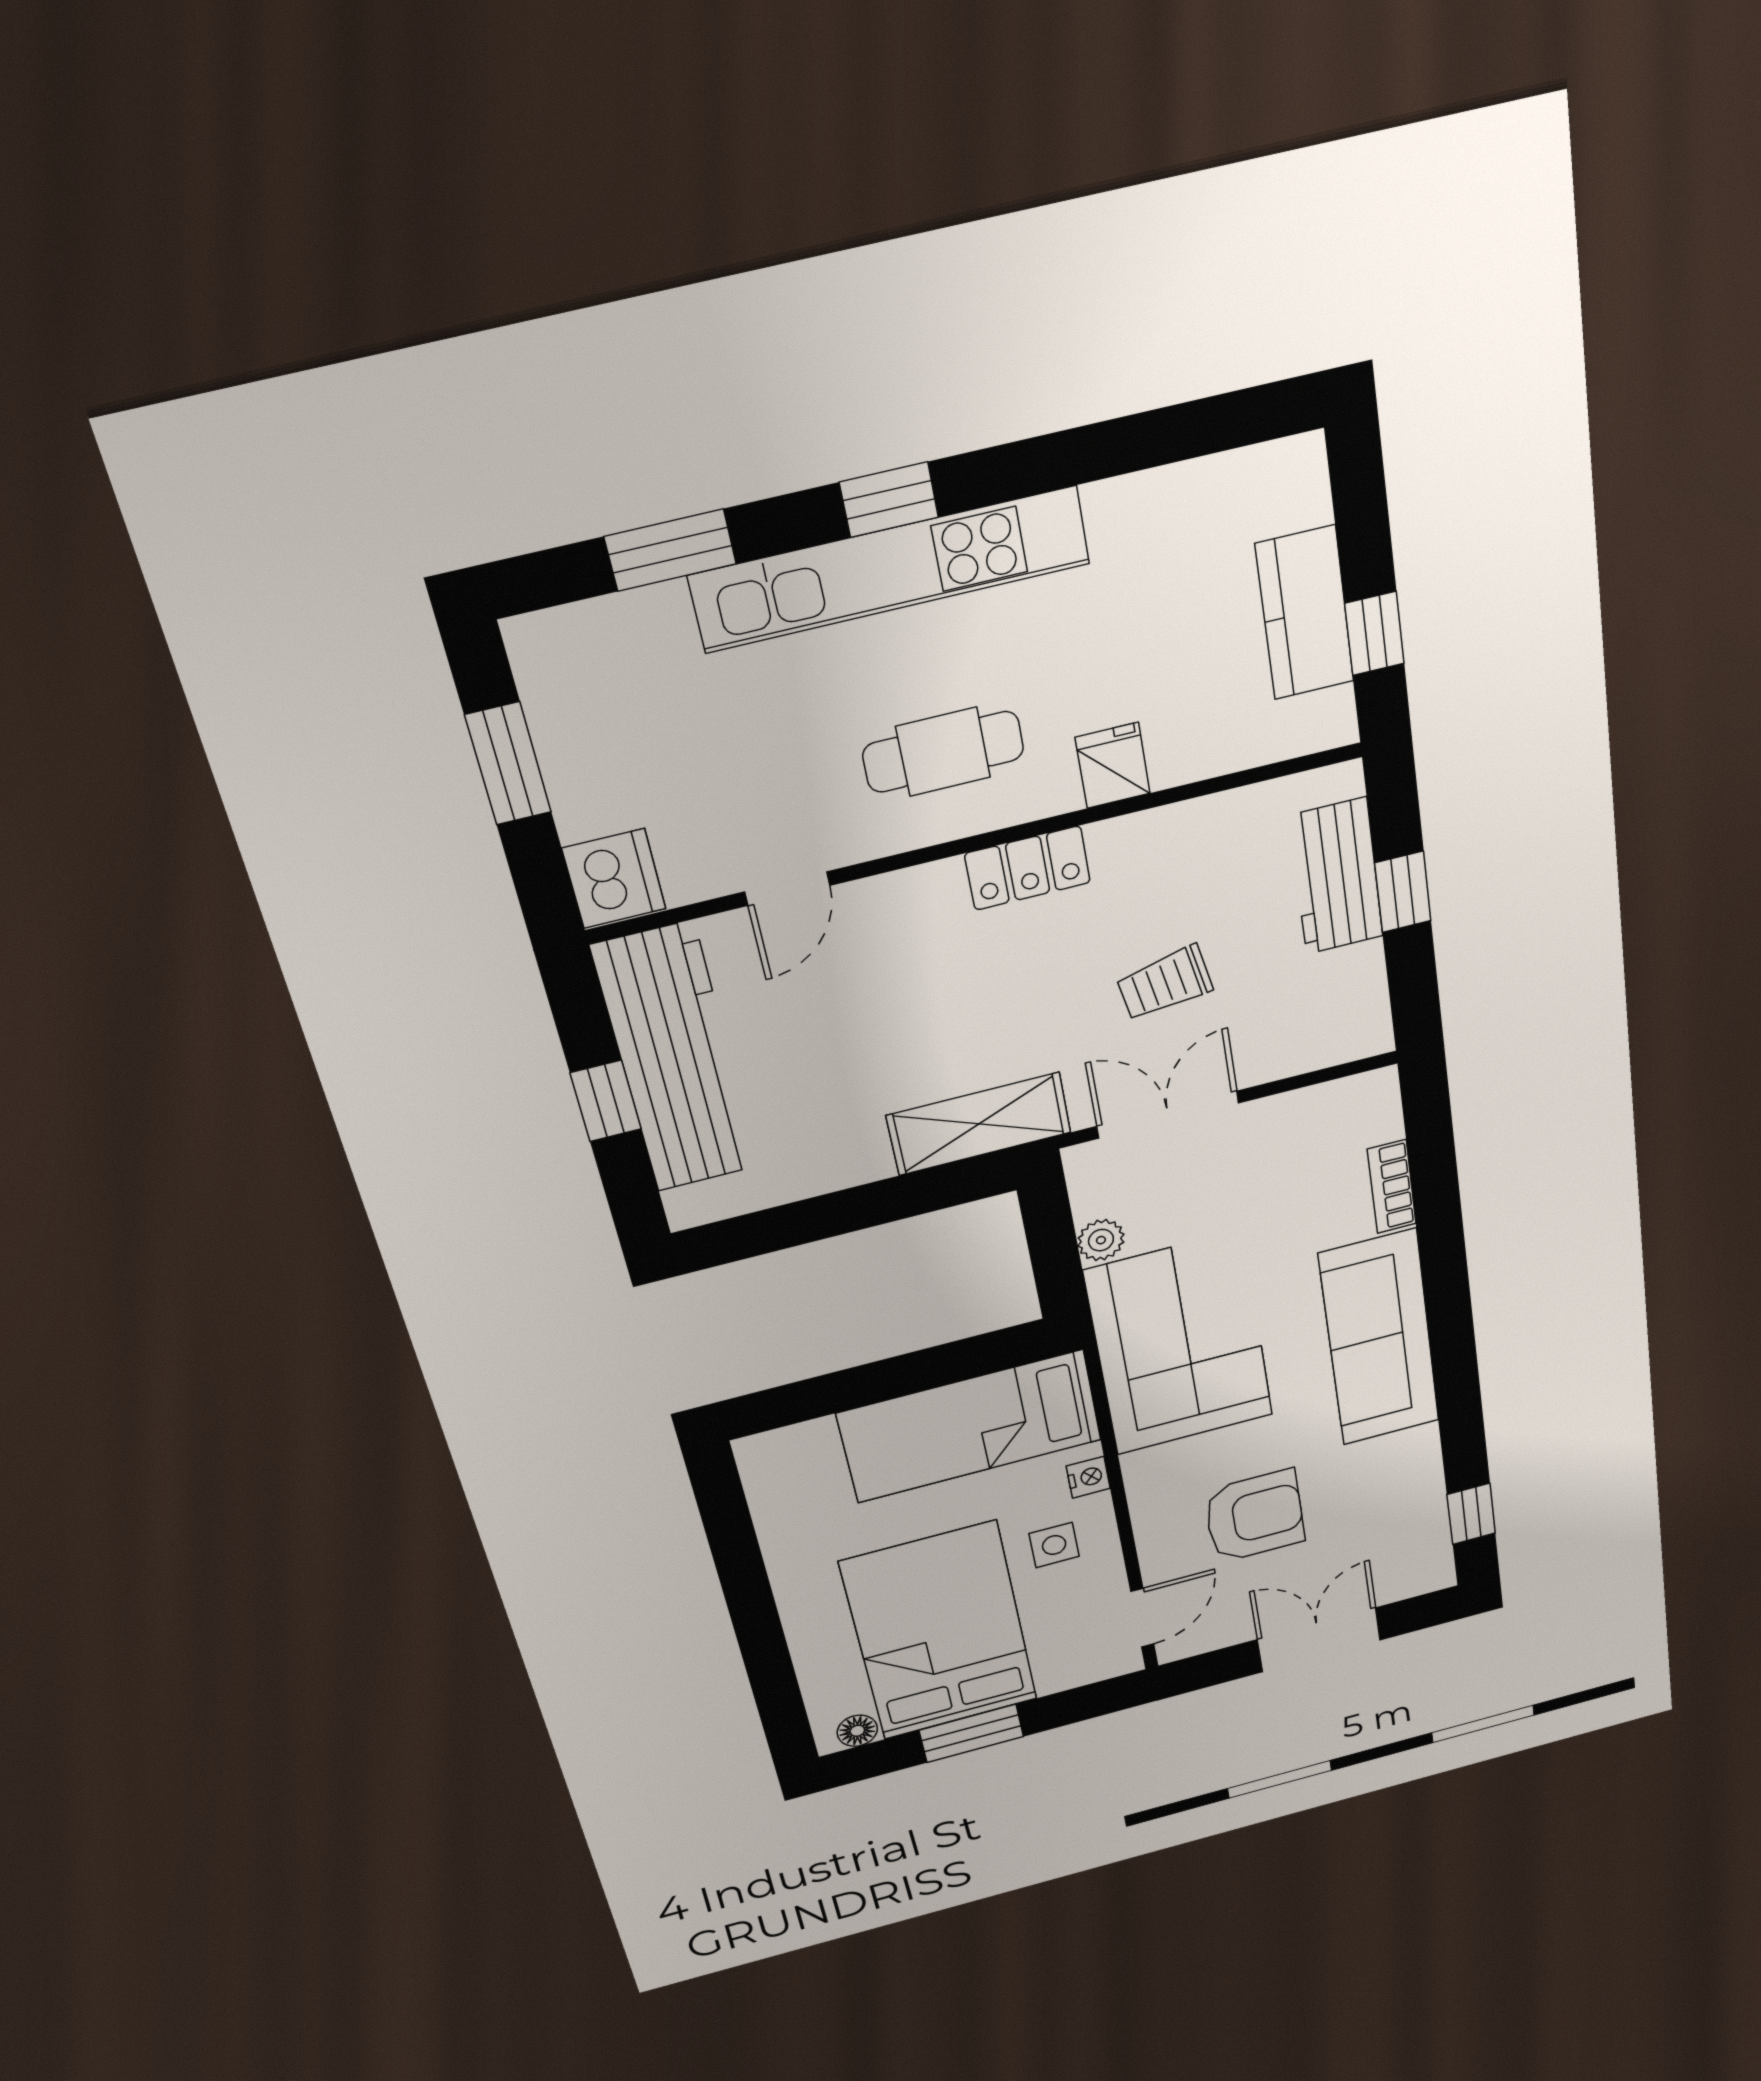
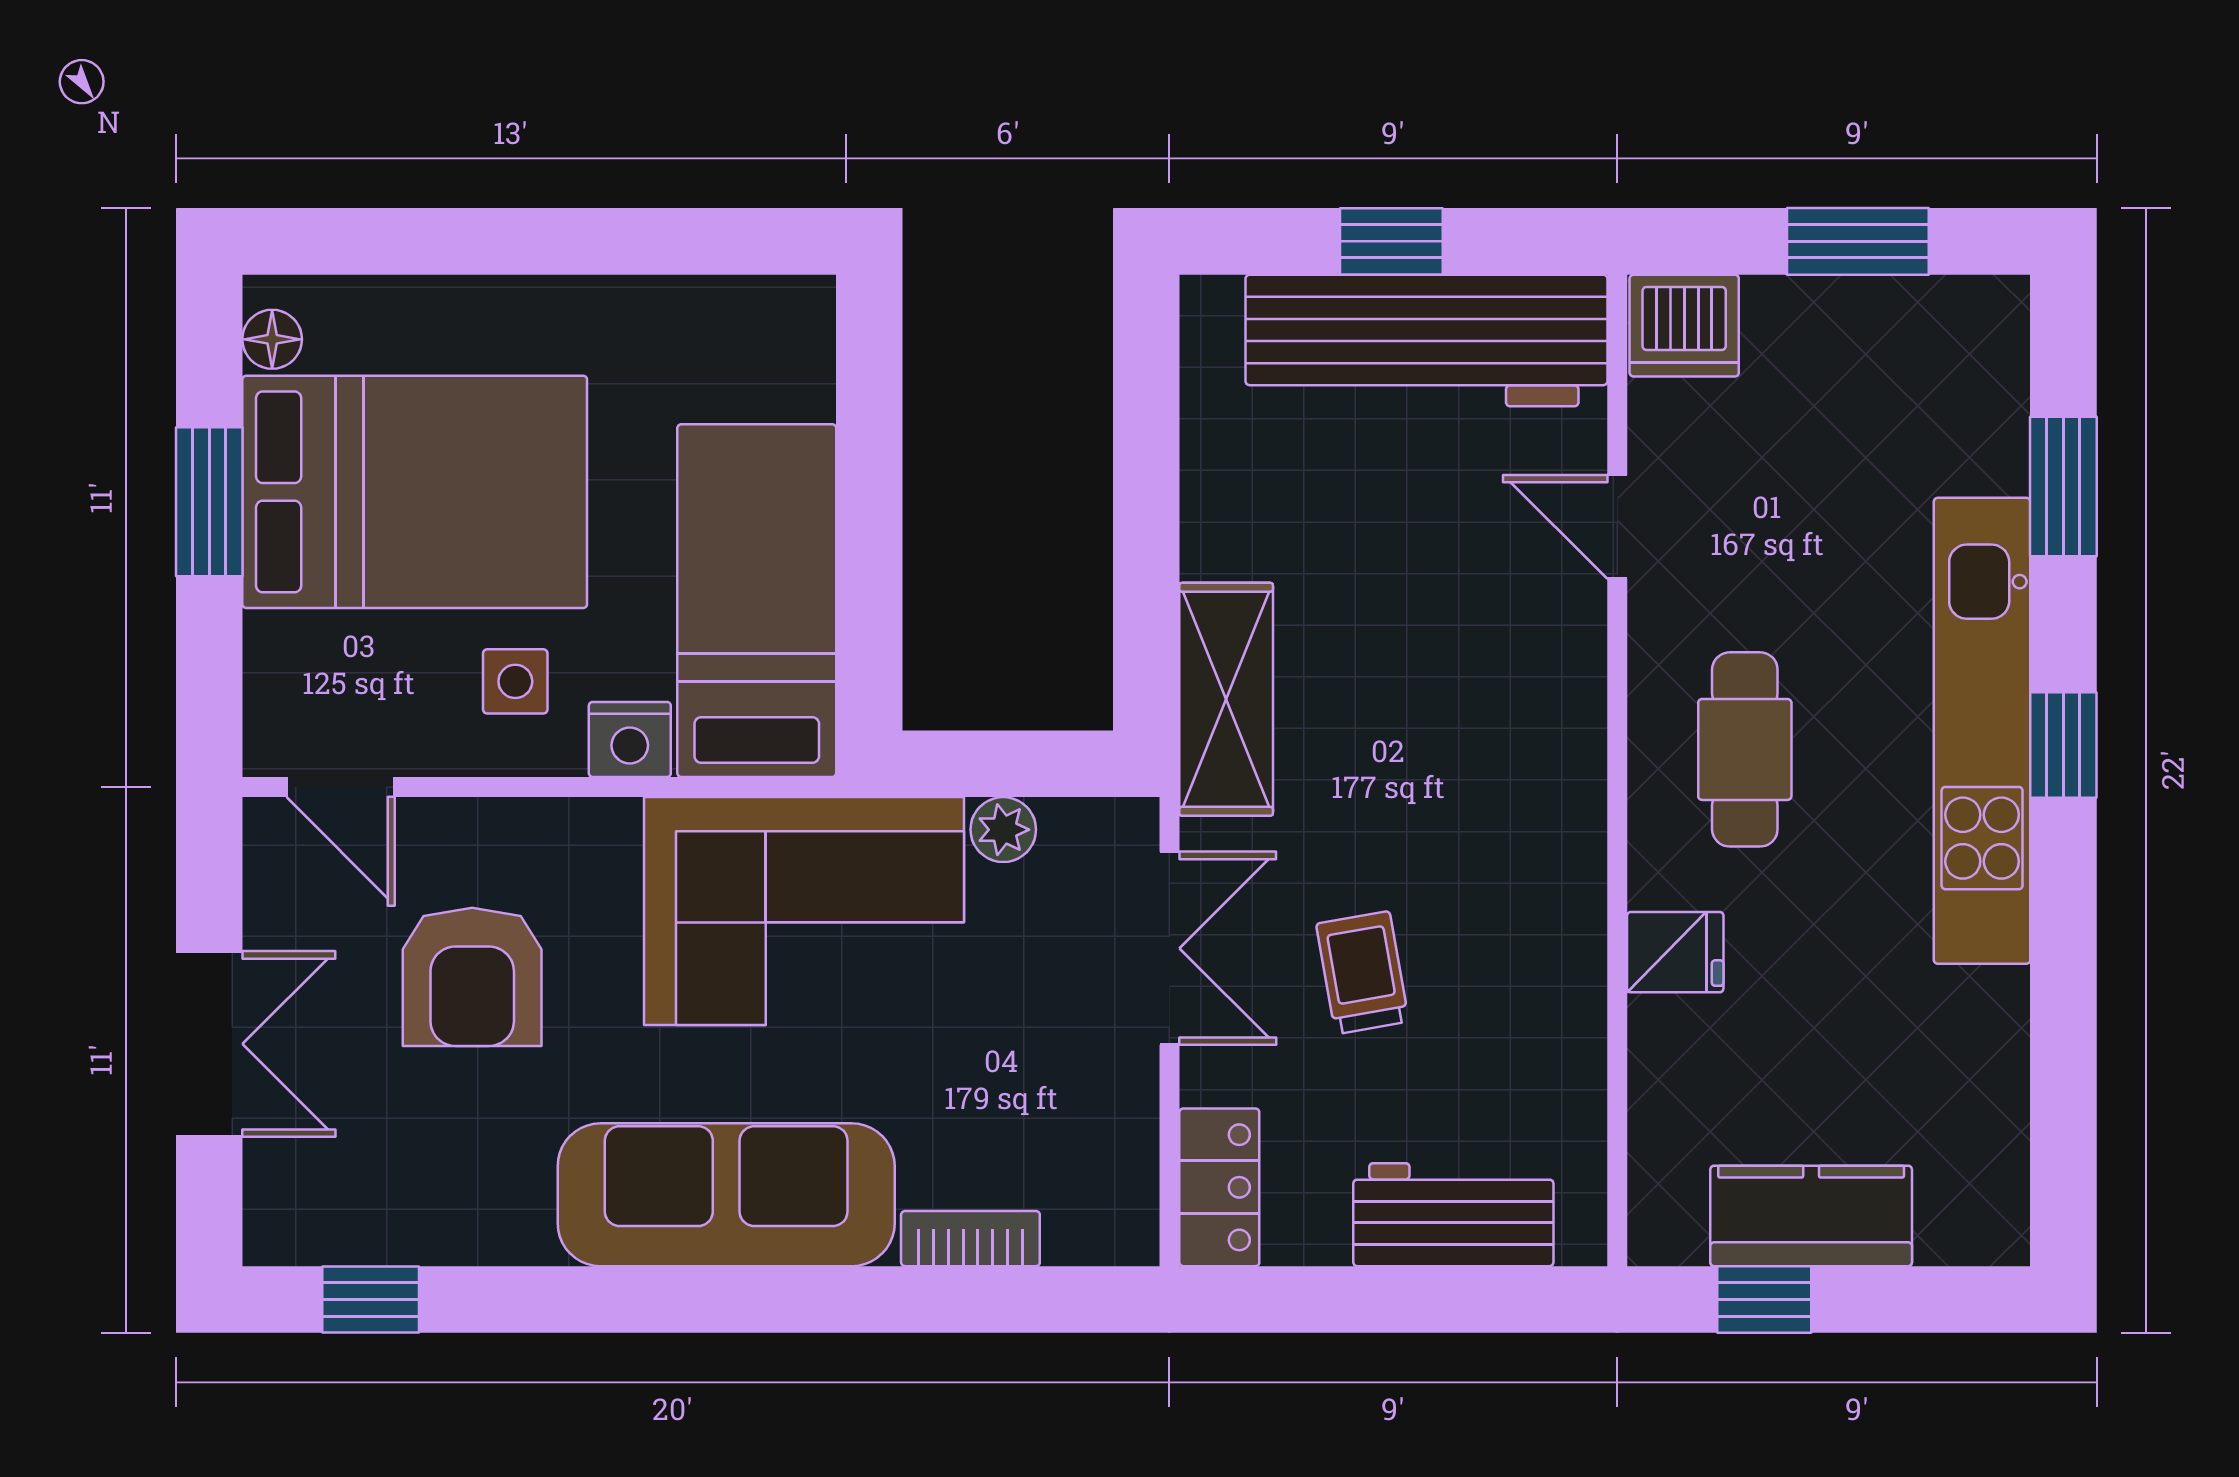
locker: (1028, 868) -> (1219, 1187), moved, turned 180
window: (1403, 892) -> (1409, 1299), removed
nightstand: (1088, 1477) -> (630, 739), width x1.39, depth x1.35

